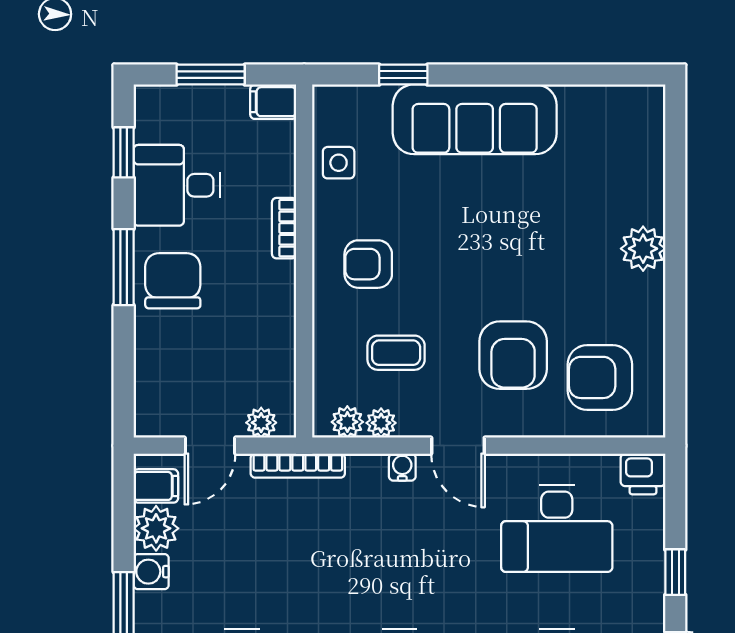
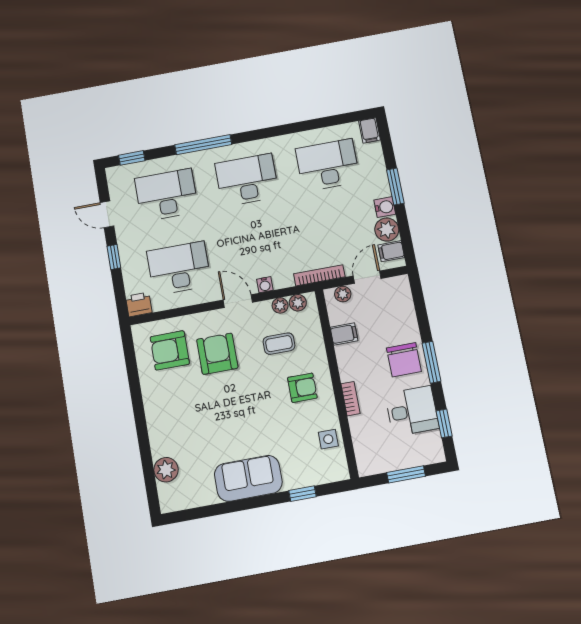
filing cabinet: (273, 102) -> (344, 334), moved
sofa: (475, 119) -> (248, 478), width x0.73
plant: (643, 249) -> (166, 470), moved
armchair: (600, 377) -> (170, 350), turned 180

